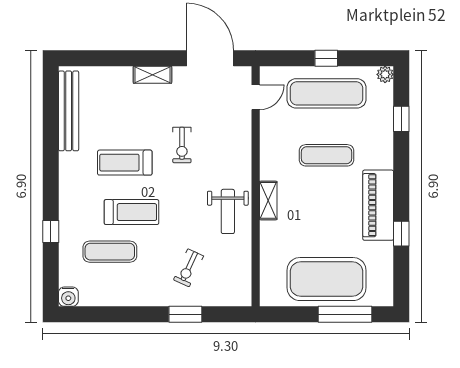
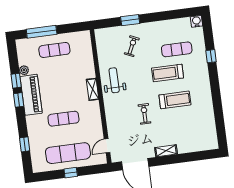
plant: (385, 74) -> (24, 70), moved
bench: (69, 111) -> (210, 125), removed
window: (401, 199) -> (19, 100), added
exercise mat: (327, 279) -> (54, 50), width x0.50, depth x0.69

